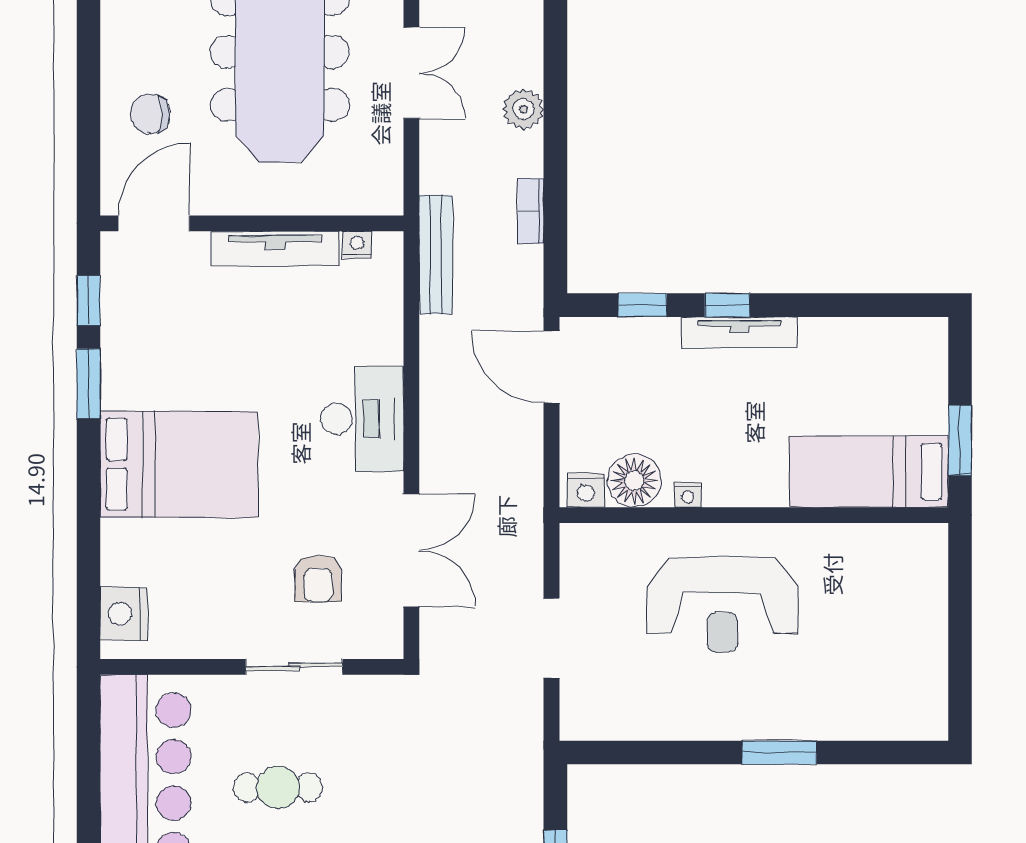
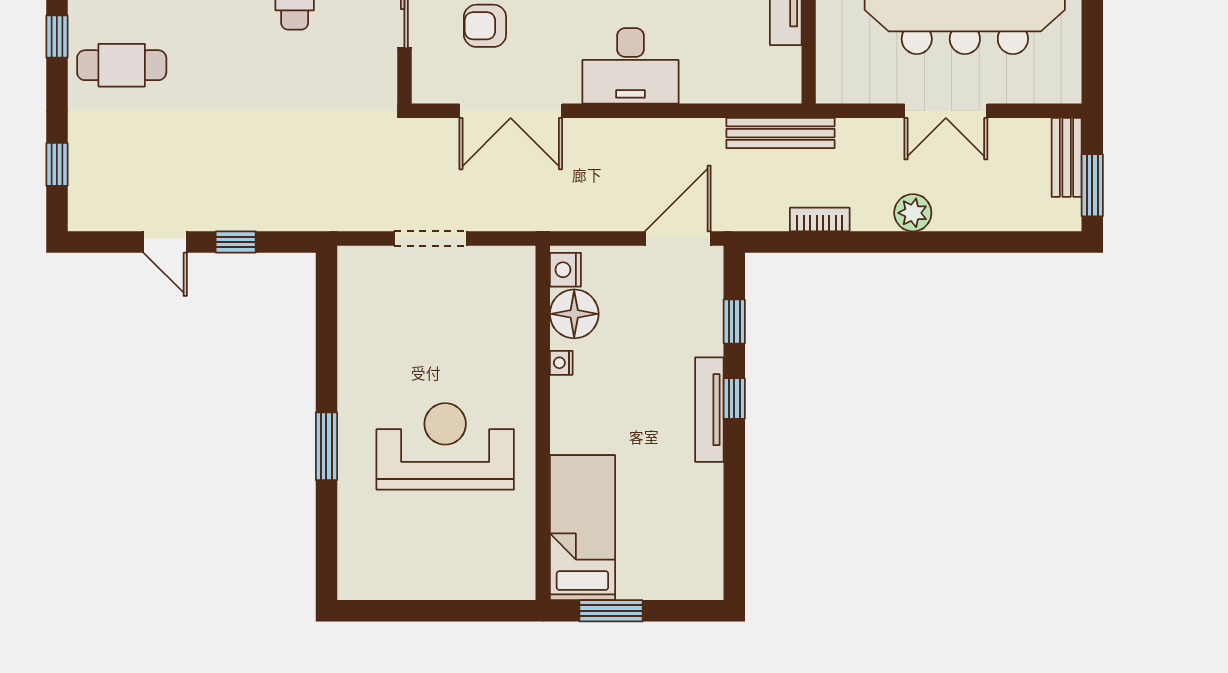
nightstand: (357, 245) -> (789, 61), removed
reception desk: (722, 605) -> (445, 446), moved, turned 90

